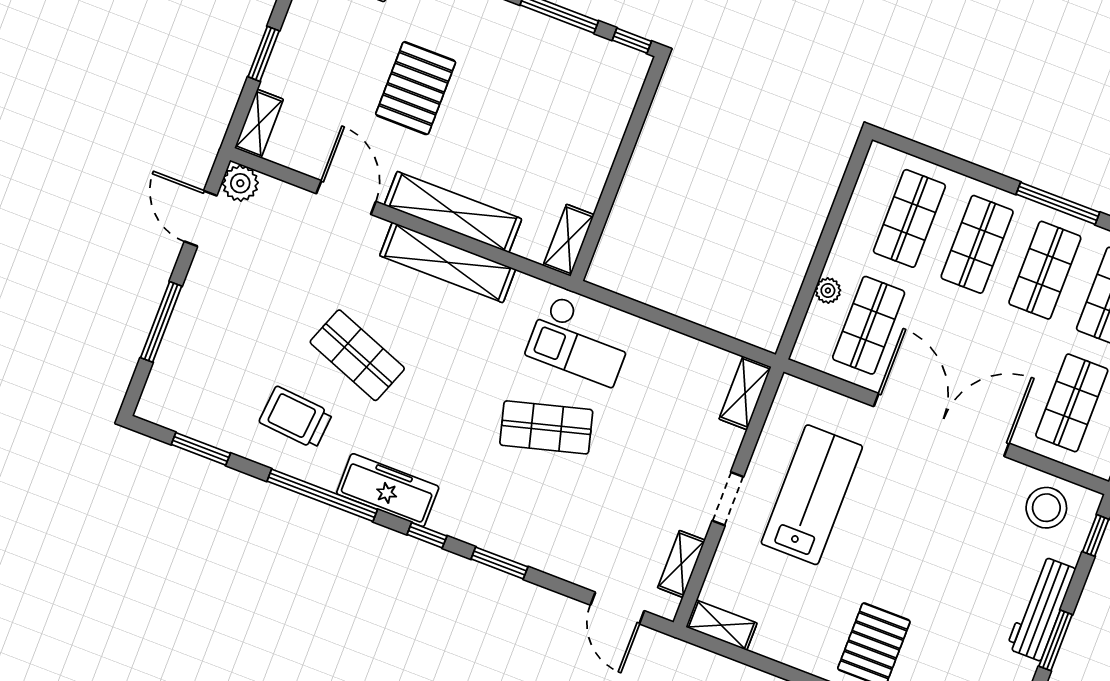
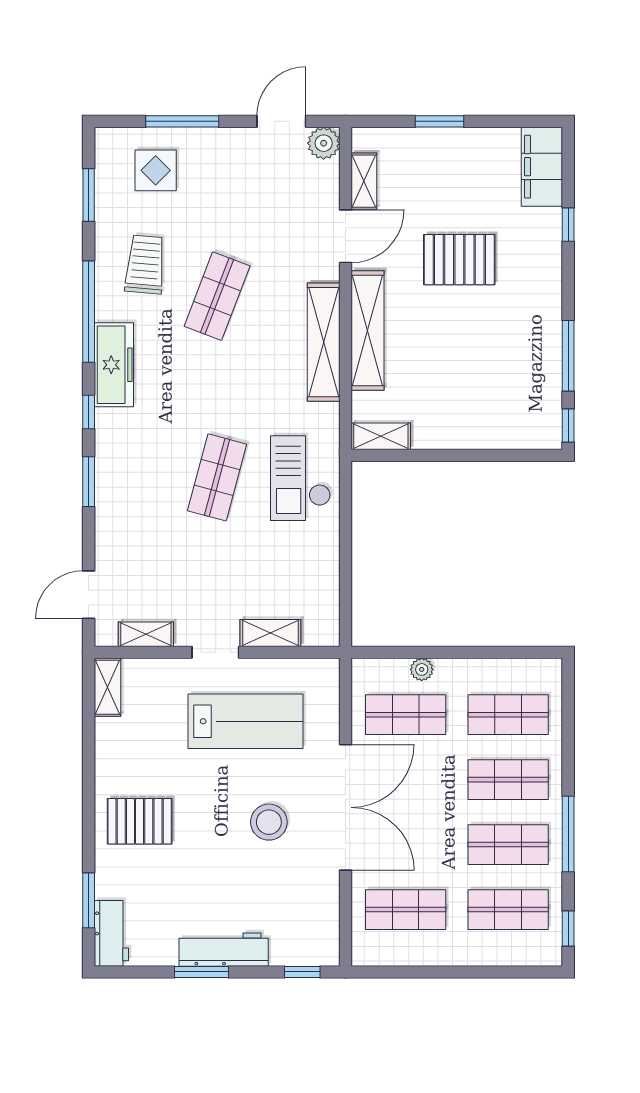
shelving: (259, 124) -> (364, 181), moved, turned 90
display table: (202, 369) -> (156, 170), added
shelving: (745, 393) -> (270, 633), moved
shop shelf: (546, 427) -> (217, 477), turned 30
stool: (1046, 508) -> (269, 822), moved

